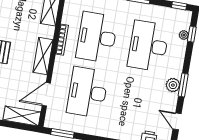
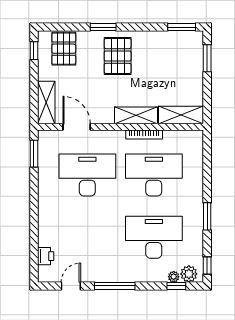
shelving: (43, 56) -> (136, 115), moved
plant: (173, 85) -> (189, 274), moved
window: (183, 85) -> (115, 286), width x1.44

